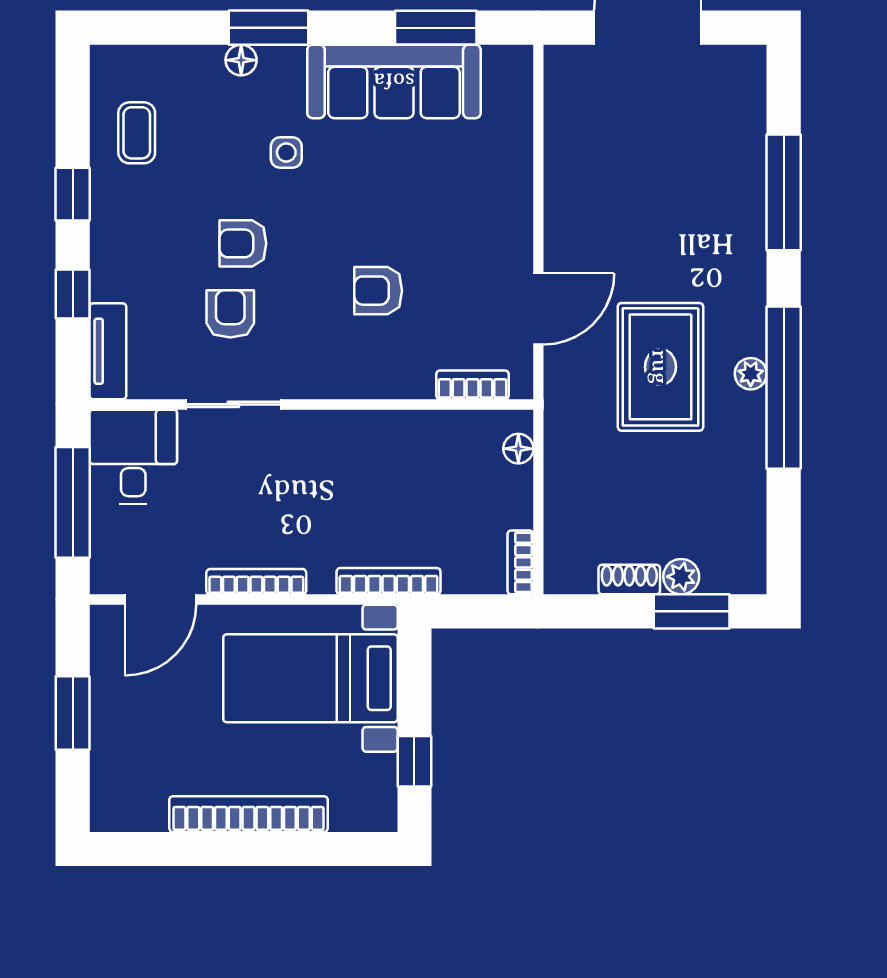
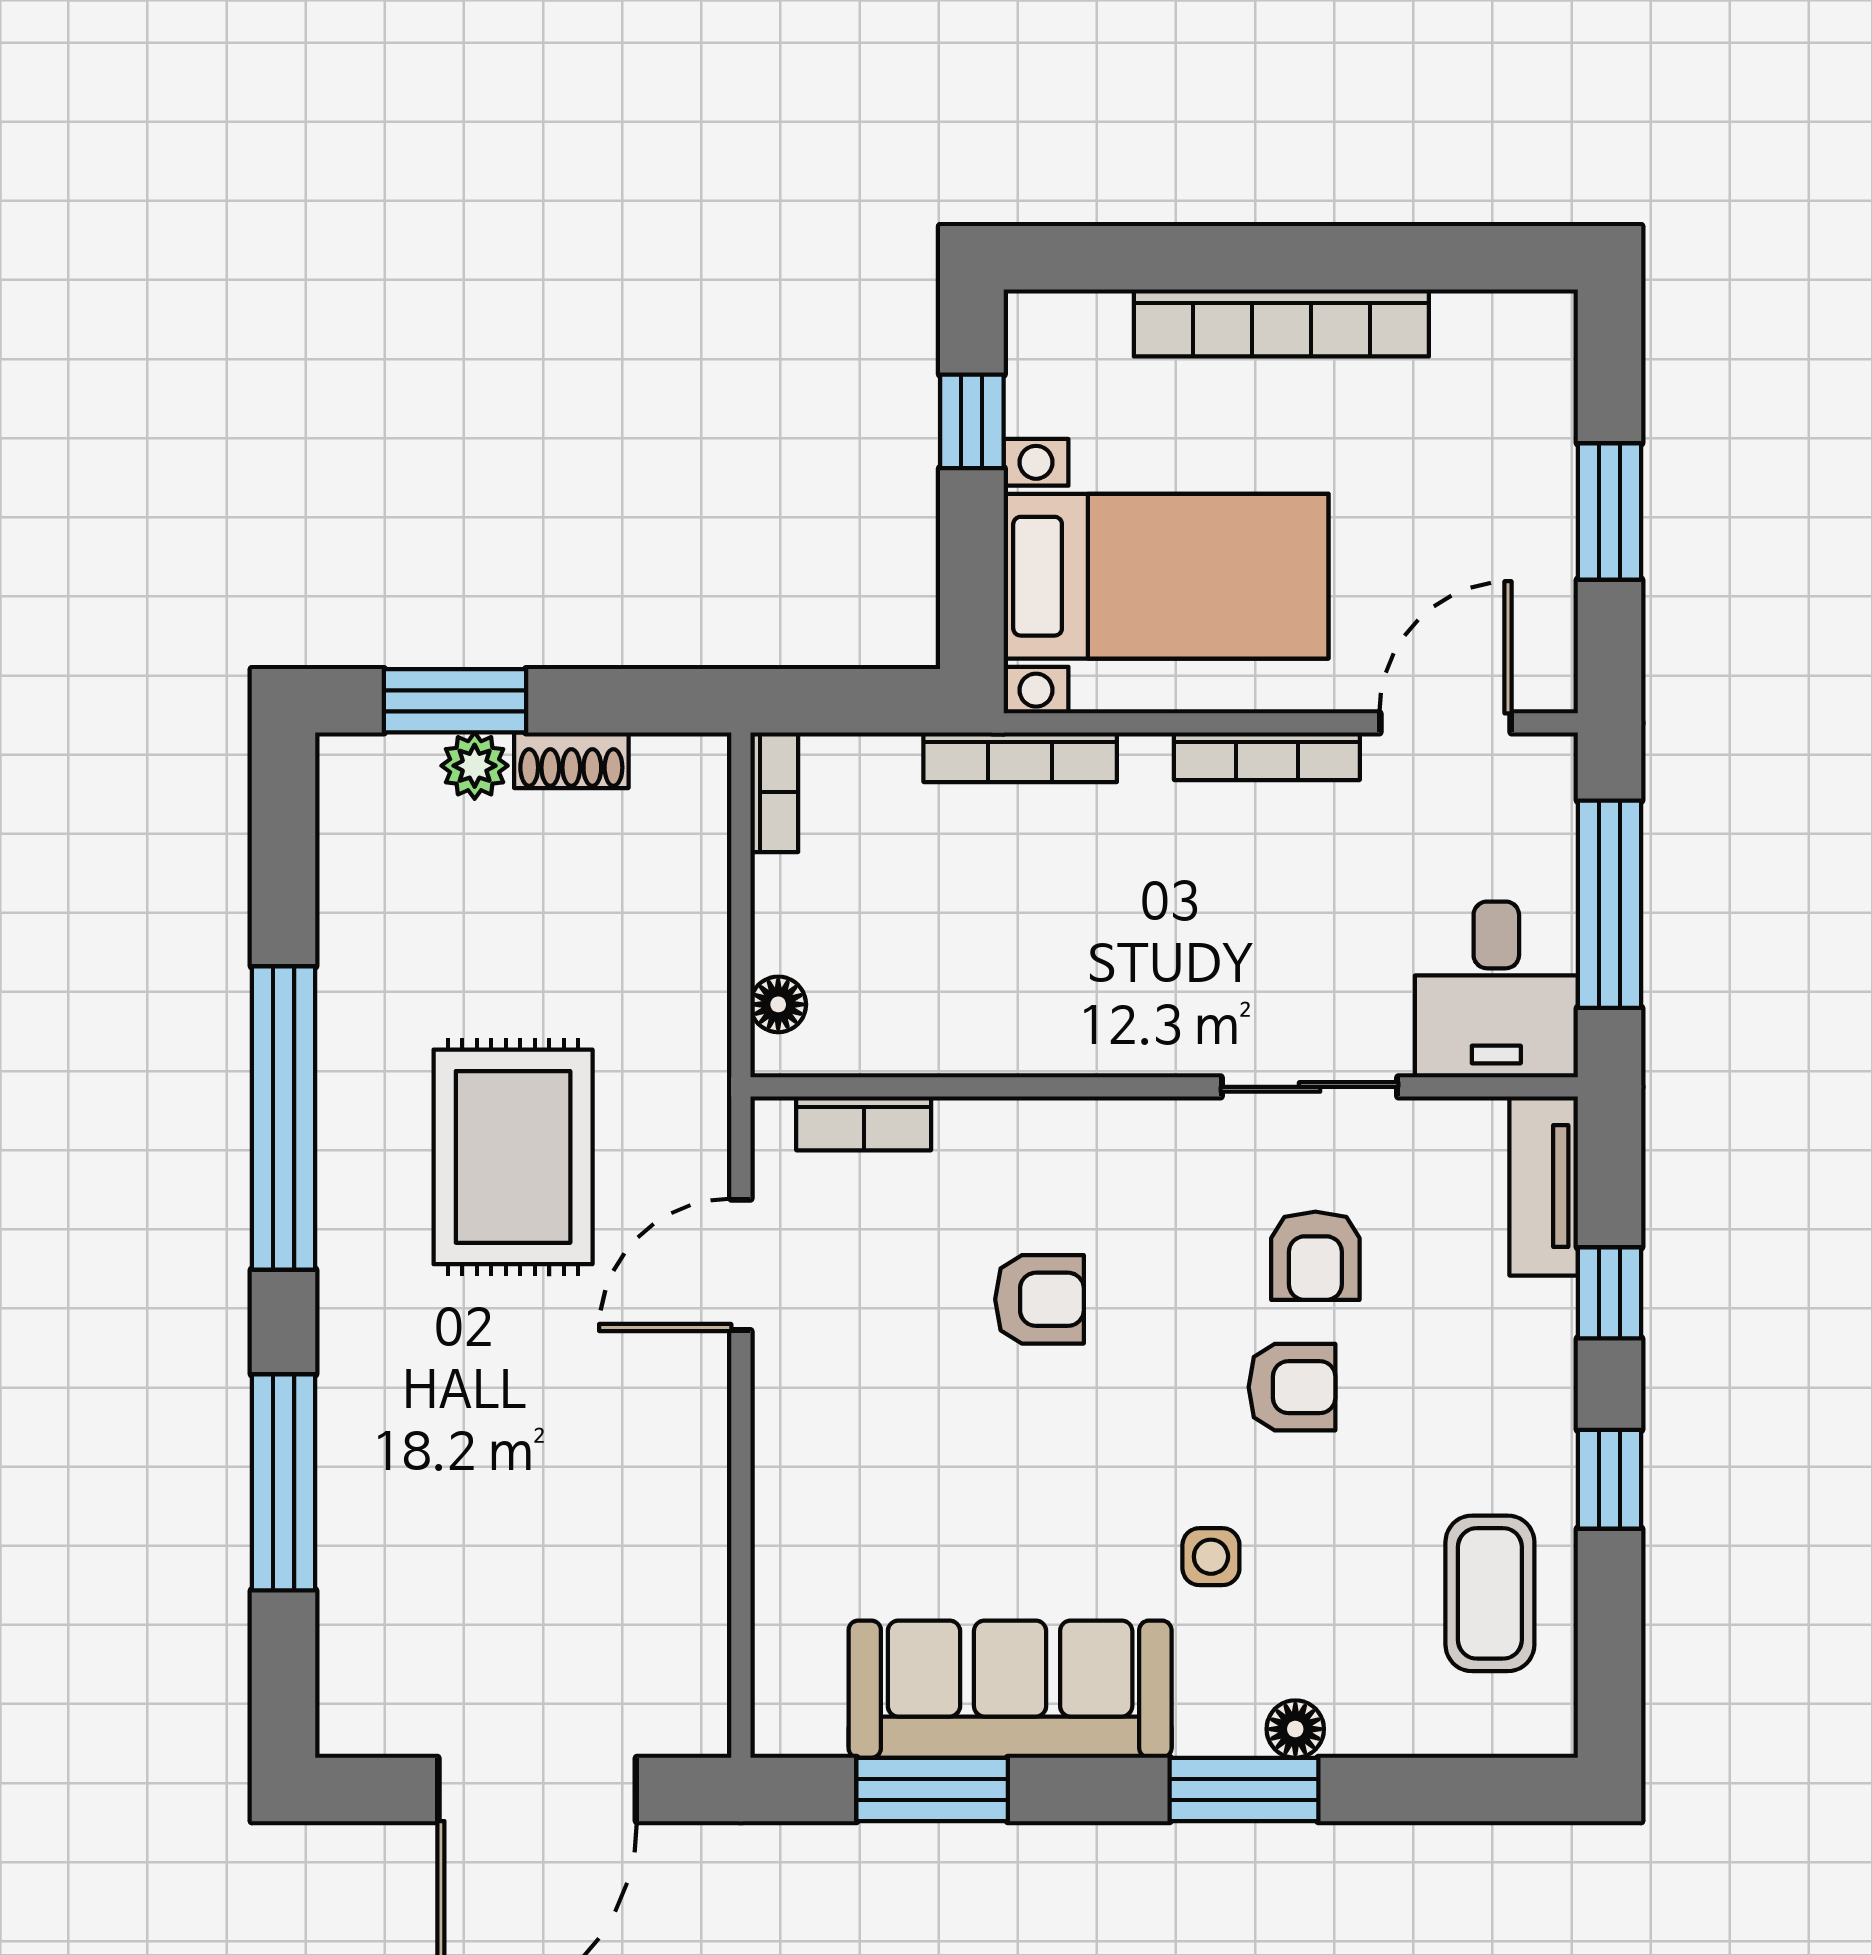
coffee table: (137, 133) -> (1490, 1593), width x1.36, depth x1.30
plant: (751, 374) -> (345, 1144), removed

